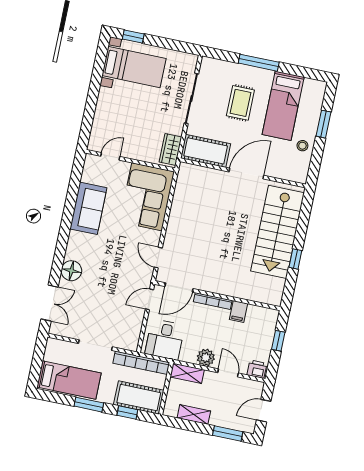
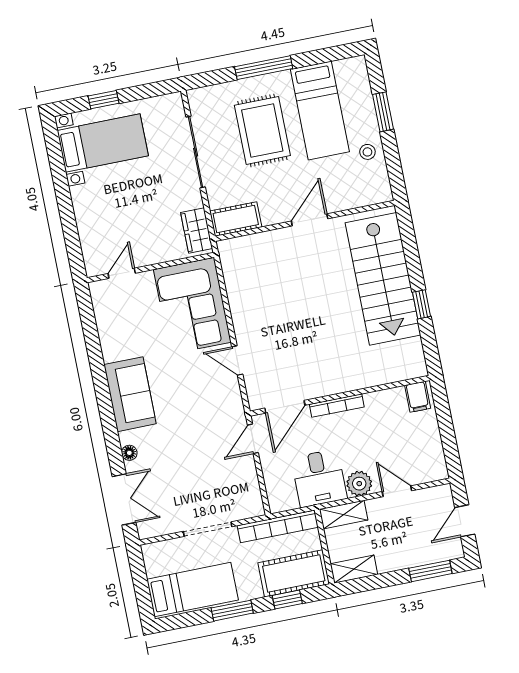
window: (133, 36) -> (104, 100), moved
rug: (240, 103) -> (262, 130), width x1.36, depth x1.43
cot: (206, 151) -> (236, 219), width x0.73, depth x0.75
door: (246, 174) -> (310, 220), width x0.73
sofa: (88, 208) -> (130, 394), moved
door: (158, 258) -> (237, 361), moved
floor lamp: (71, 271) -> (129, 453), width x0.53, depth x0.53
filing cabinet: (238, 312) -> (418, 397), moved
desk: (165, 340) -> (319, 478), moved
window: (278, 341) -> (445, 421), removed
printer: (257, 369) -> (433, 470), removed
shelving: (194, 414) -> (354, 569), moved

